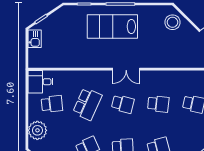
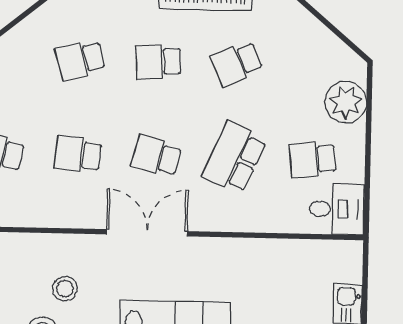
stool: (163, 43) -> (65, 289), added
double door: (126, 69) -> (147, 233), width x1.37

